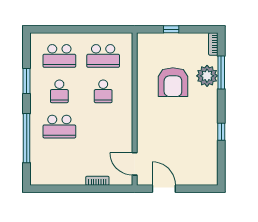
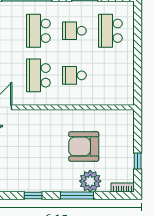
window: (171, 29) -> (138, 161), moved
school desk: (103, 56) -> (38, 75), moved
window: (221, 72) -> (77, 196), moved

